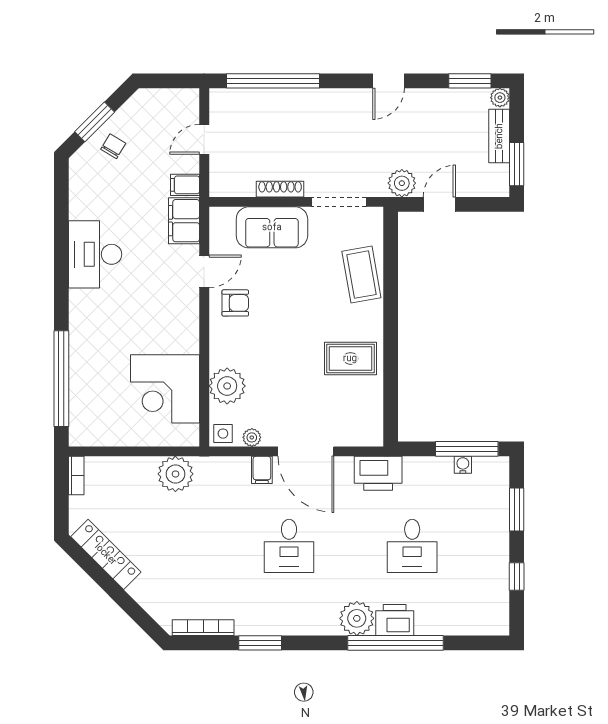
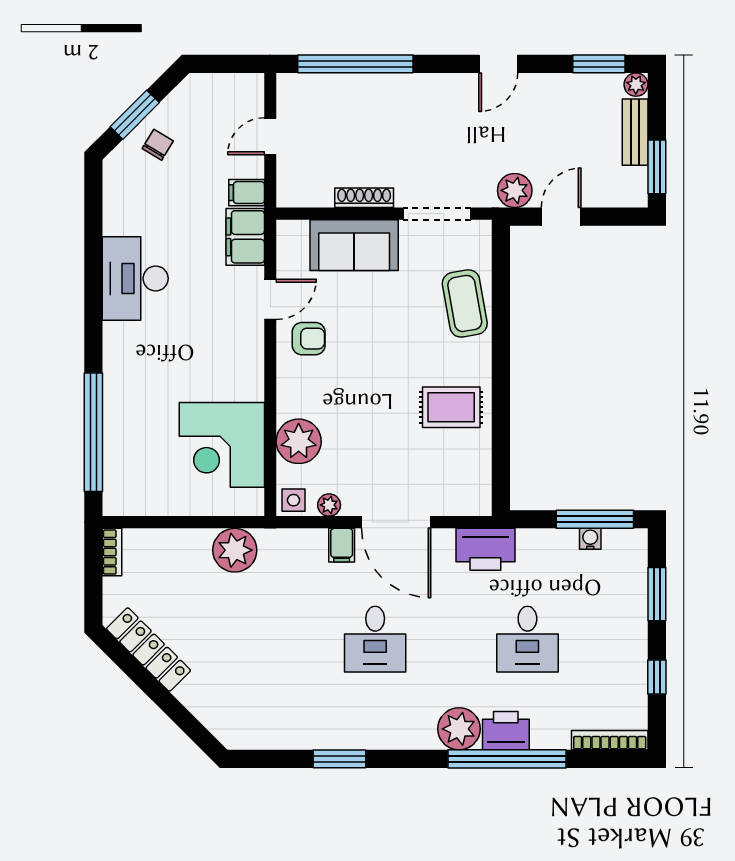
bookcase: (203, 628) -> (610, 740), moved

